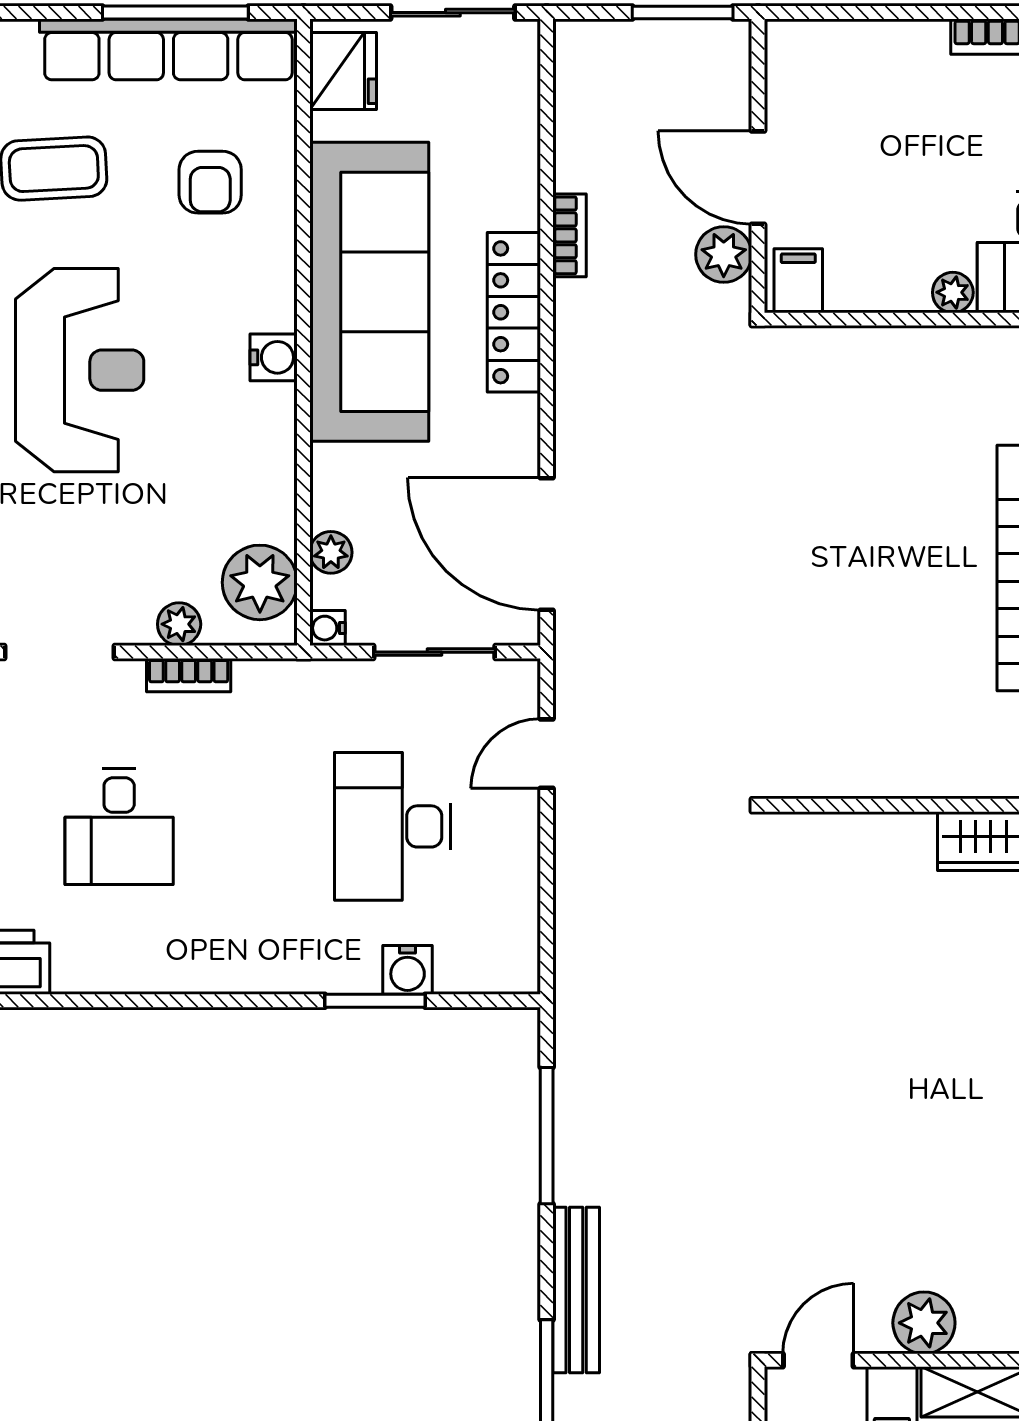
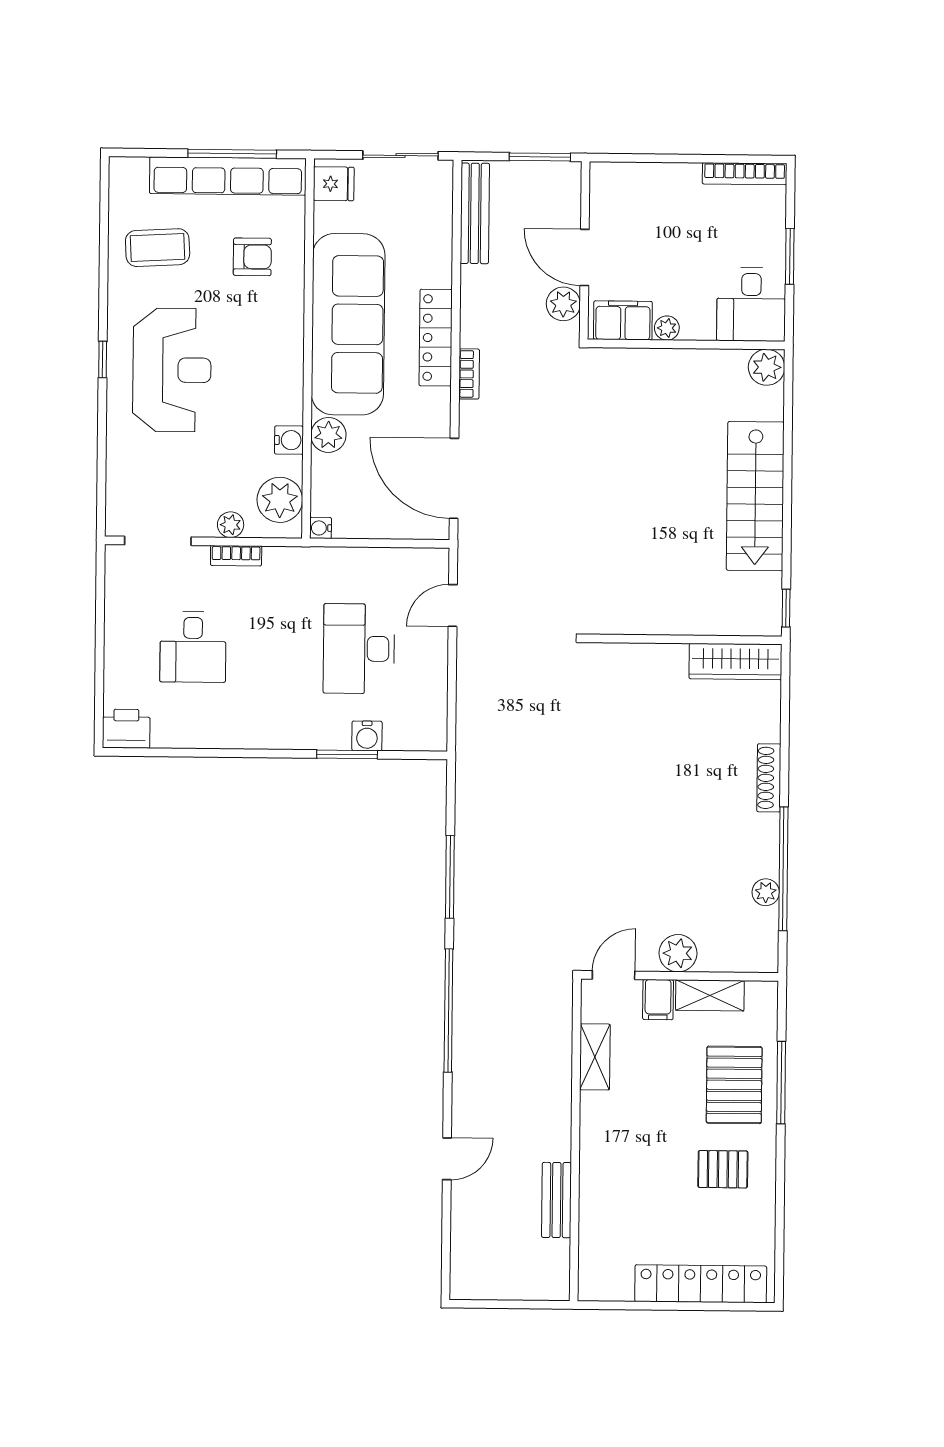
fridge: (343, 71) -> (334, 184), width x0.72
armchair: (210, 182) -> (252, 257), turned -90
bookcase: (570, 235) -> (469, 374), moved
filing cabinet: (798, 281) -> (623, 320), width x2.00
plant: (953, 292) -> (667, 328), moved
water cooler: (274, 357) -> (289, 440), moved
plant: (331, 552) -> (328, 435), moved, width x1.38, depth x1.38
sliding door: (434, 652) -> (385, 543), removed
window: (547, 1136) -> (450, 877), moved
bench: (576, 1290) -> (475, 213), moved

